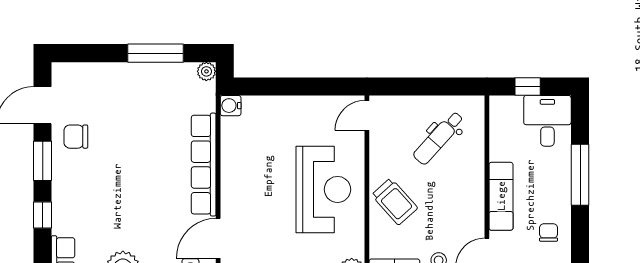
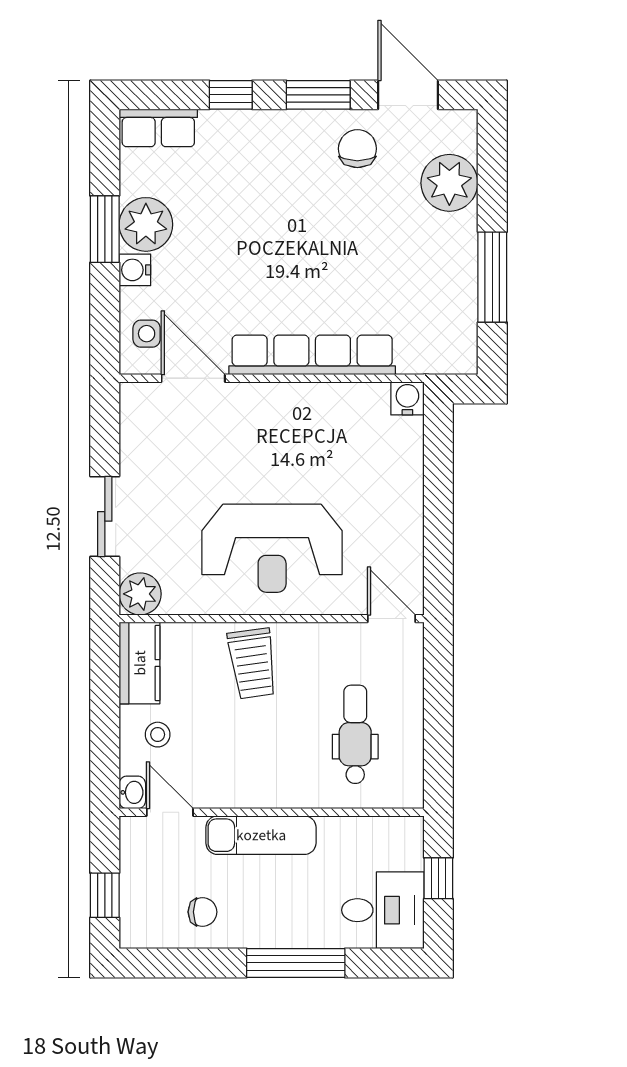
plant: (206, 71) -> (449, 183), moved, width x1.87, depth x1.87
dental chair: (439, 138) -> (355, 734), turned 48
trolley: (395, 202) -> (252, 663), turned -56

